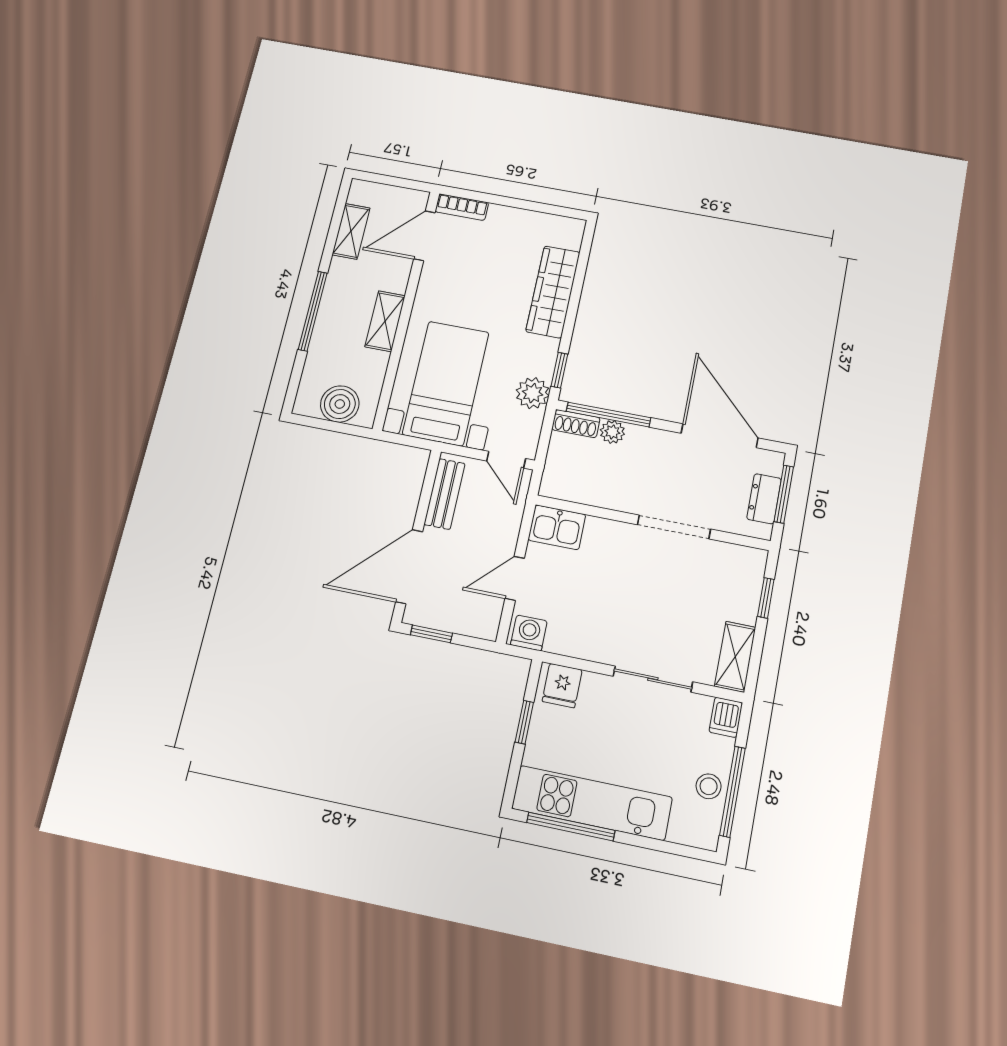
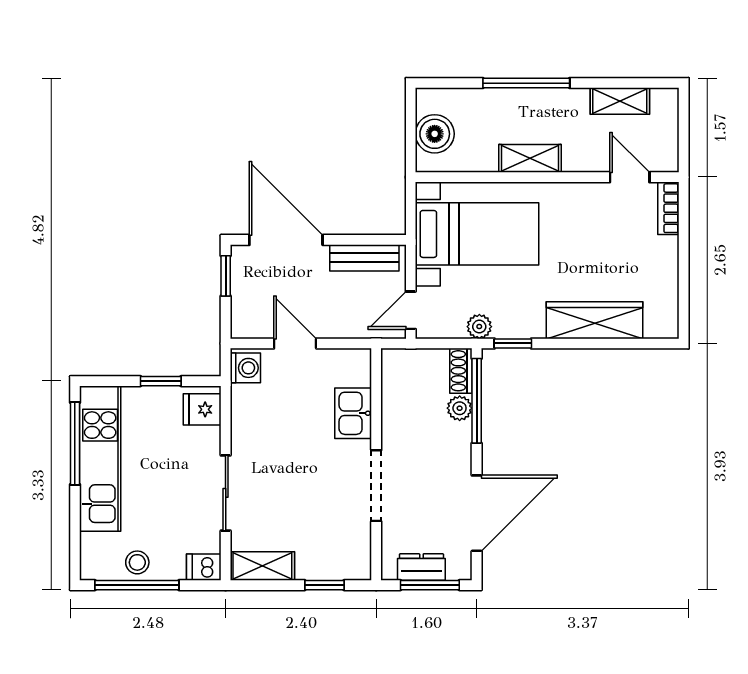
door: (424, 236) -> (630, 177), width x0.73
plant: (533, 393) -> (479, 327), width x0.73, depth x0.73
kitchen sink: (557, 527) -> (353, 413), moved

